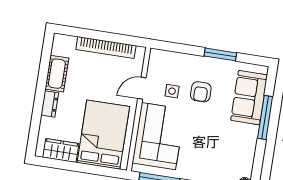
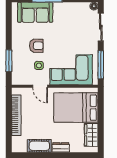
window: (220, 54) -> (9, 61), moved

